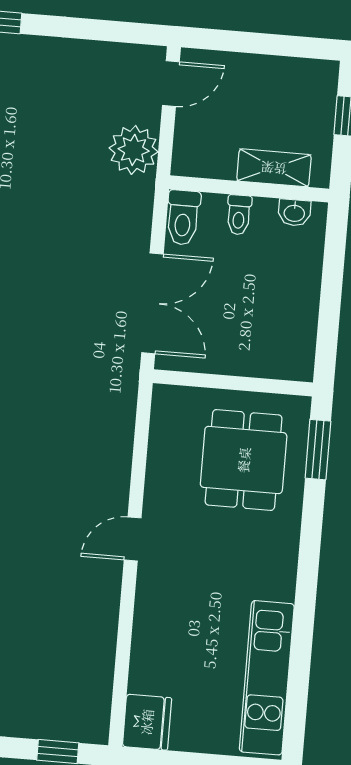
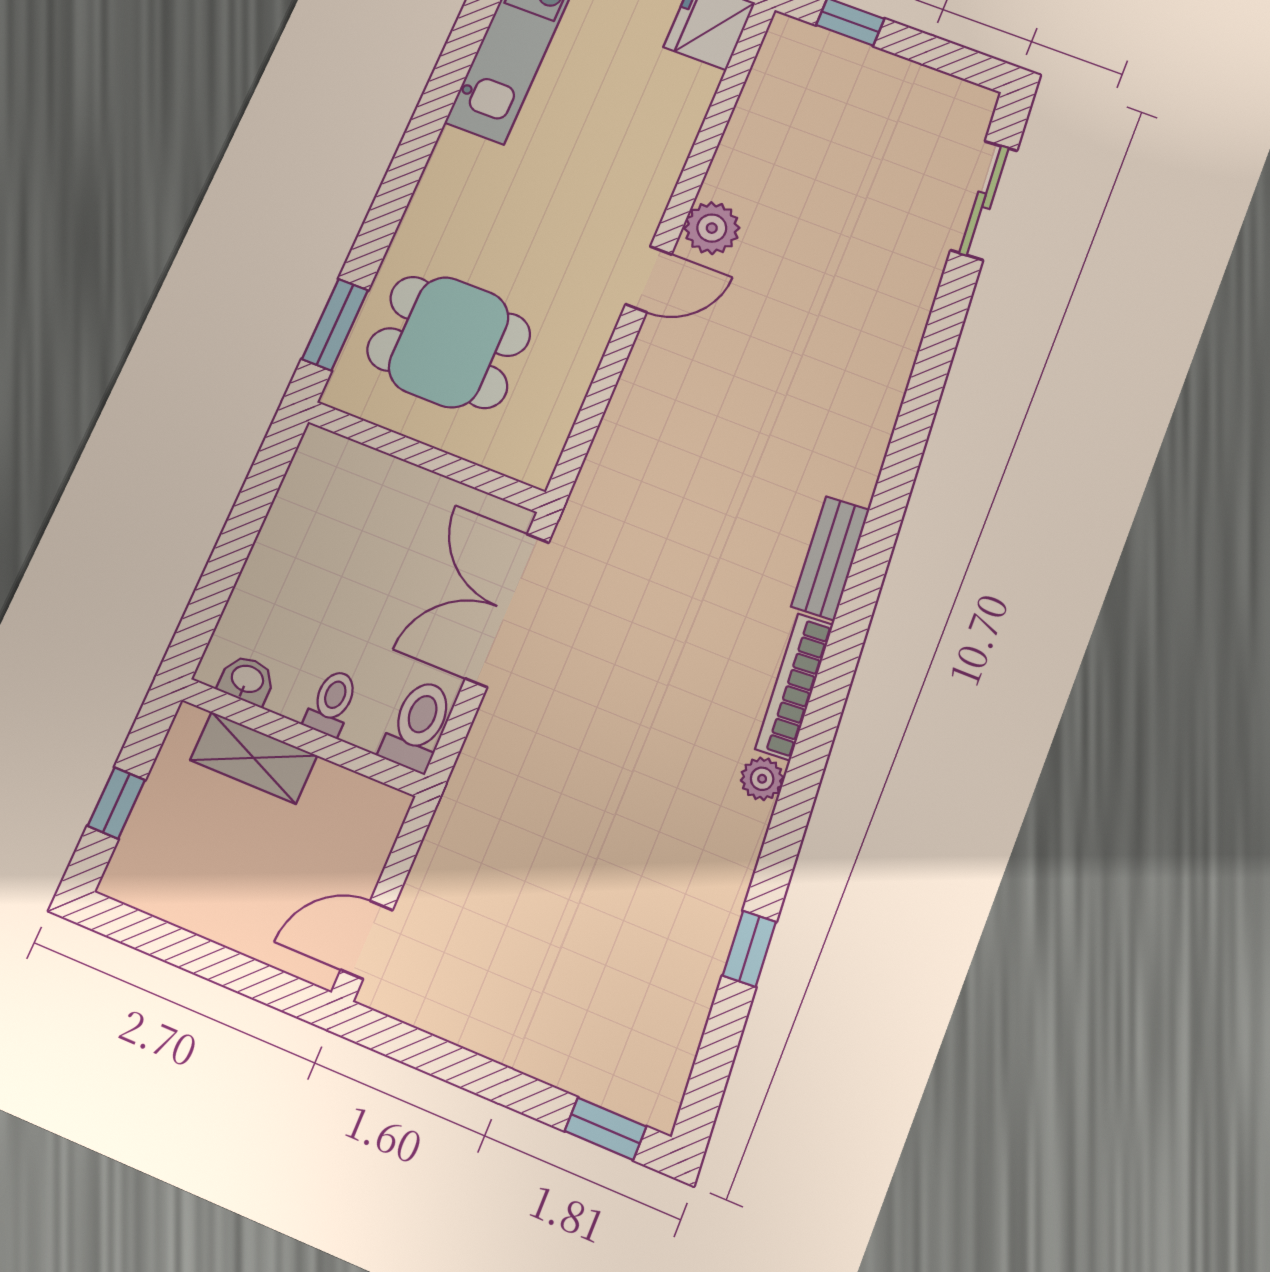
plant: (134, 150) -> (712, 228), moved, width x0.73, depth x0.73
dining table: (244, 460) -> (449, 342), turned 90

